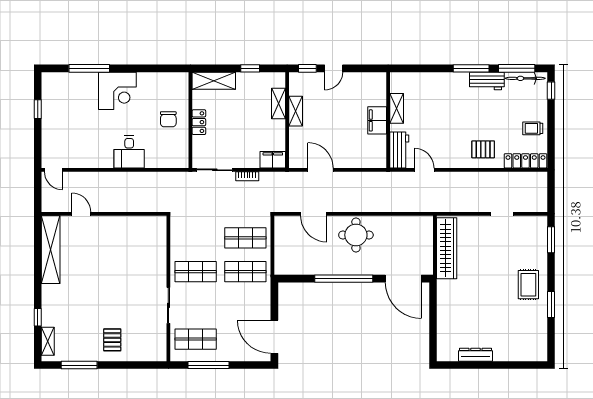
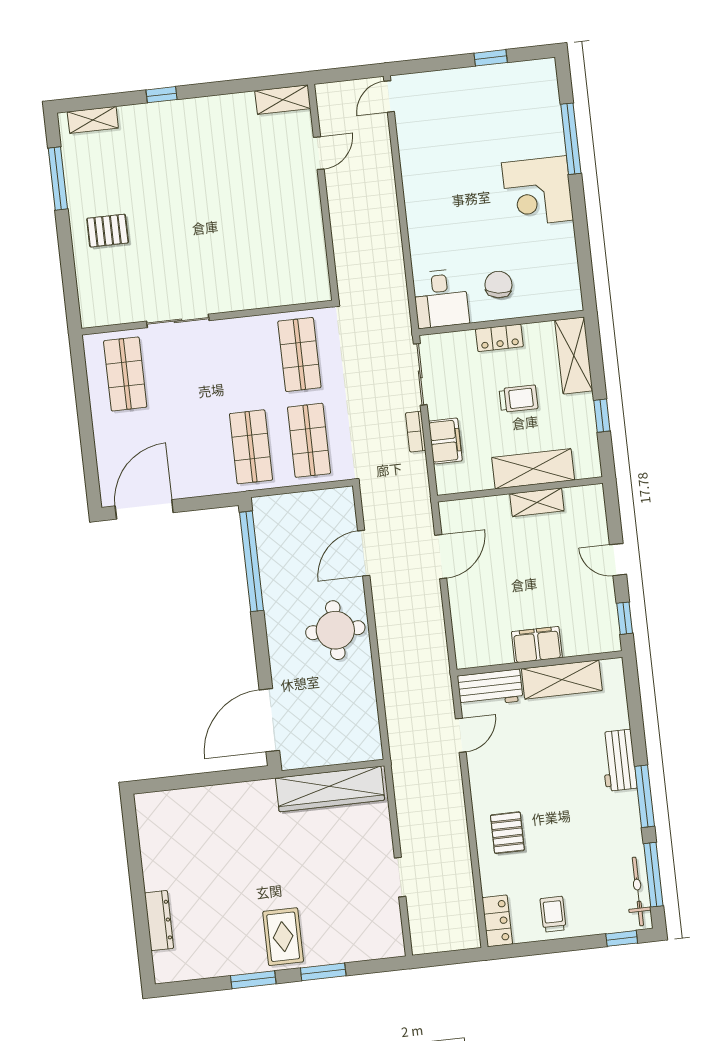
window: (307, 68) -> (625, 618), moved
workbench: (487, 81) -> (619, 760), moved
shelving: (278, 104) -> (533, 469), width x1.50, depth x1.33
shelving: (397, 108) -> (562, 680), width x1.50, depth x1.33
trolley: (235, 115) -> (519, 399), added
chair: (168, 119) -> (498, 285), turned 99
desk: (129, 152) -> (441, 299), moved, turned -90
filing cabinet: (273, 160) -> (445, 441), moved
locker: (525, 161) -> (497, 921), width x0.66
window: (551, 240) -> (323, 972), moved
shelving: (51, 250) -> (283, 100), width x0.45, depth x0.75
shop shelf: (196, 272) -> (299, 354), moved
window: (344, 279) -> (251, 561), moved
rug: (528, 285) -> (283, 937), turned 90
window: (38, 317) -> (161, 95), moved
dresser: (475, 355) -> (159, 921), moved
window: (209, 365) -> (83, 401), removed

